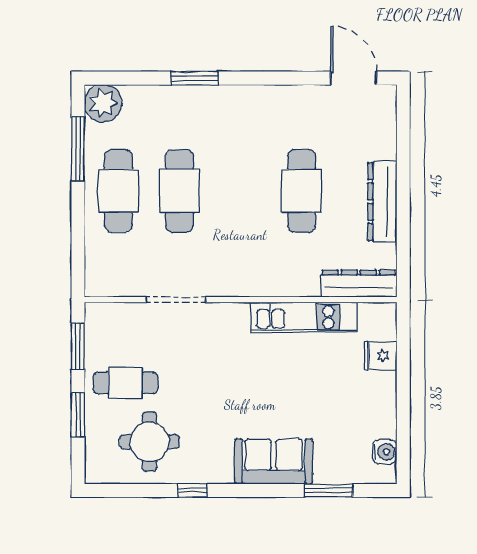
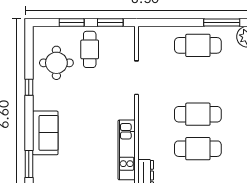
cafe table: (180, 191) -> (198, 114), moved

